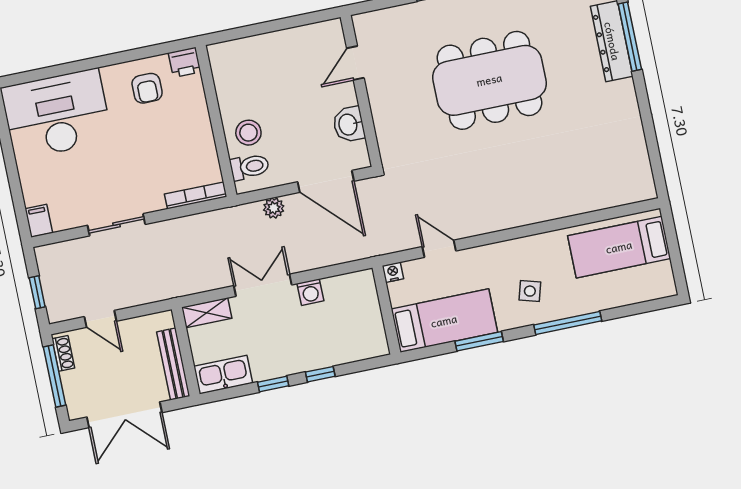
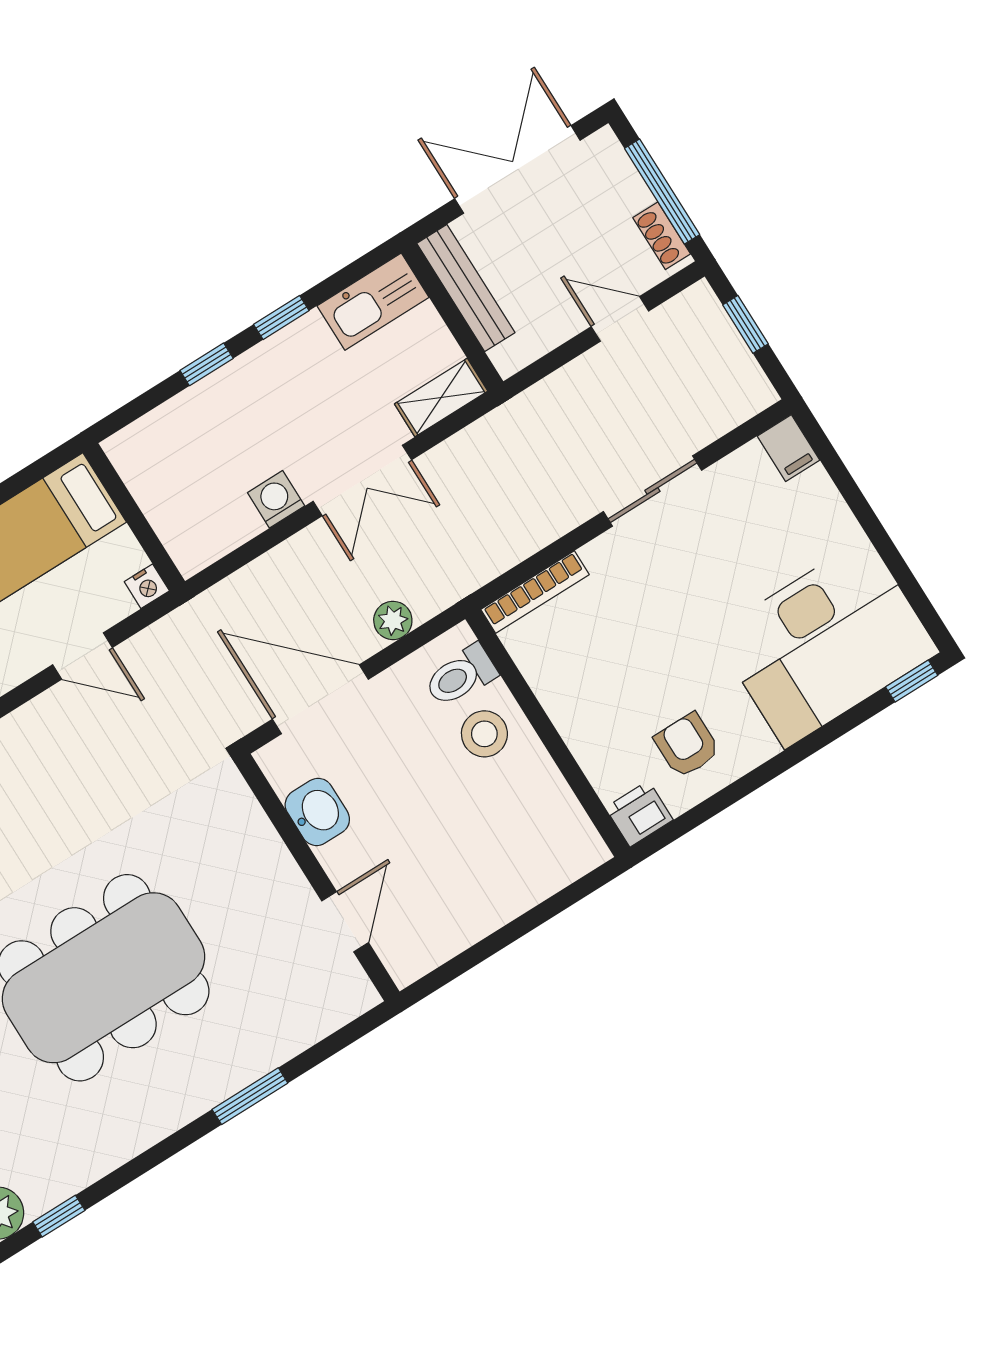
window: (20, 78) -> (912, 681), added

